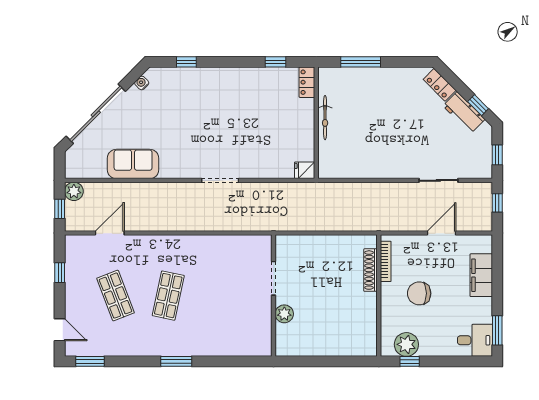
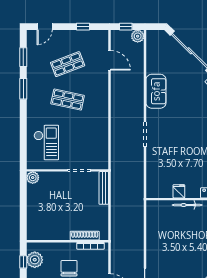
sofa: (133, 164) -> (156, 91), moved
fridge: (305, 170) -> (179, 191), moved
bench: (300, 242) -> (104, 188), added
plant: (284, 314) -> (33, 178), moved
checkout: (232, 327) -> (46, 143), added
window: (90, 361) -> (23, 57), moved
window: (176, 361) -> (23, 89), moved

